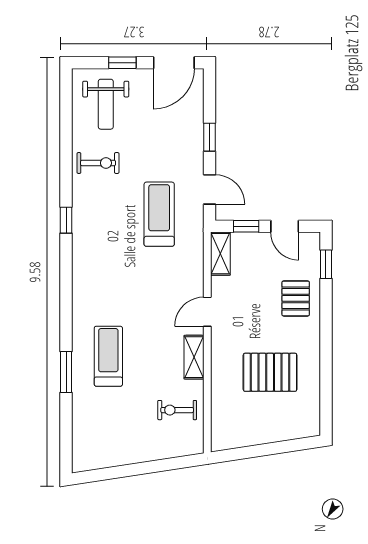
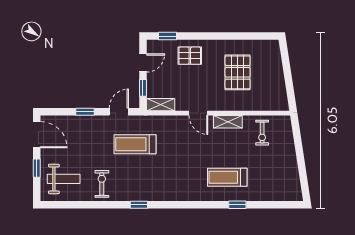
window: (66, 372) -> (237, 205), width x0.67

